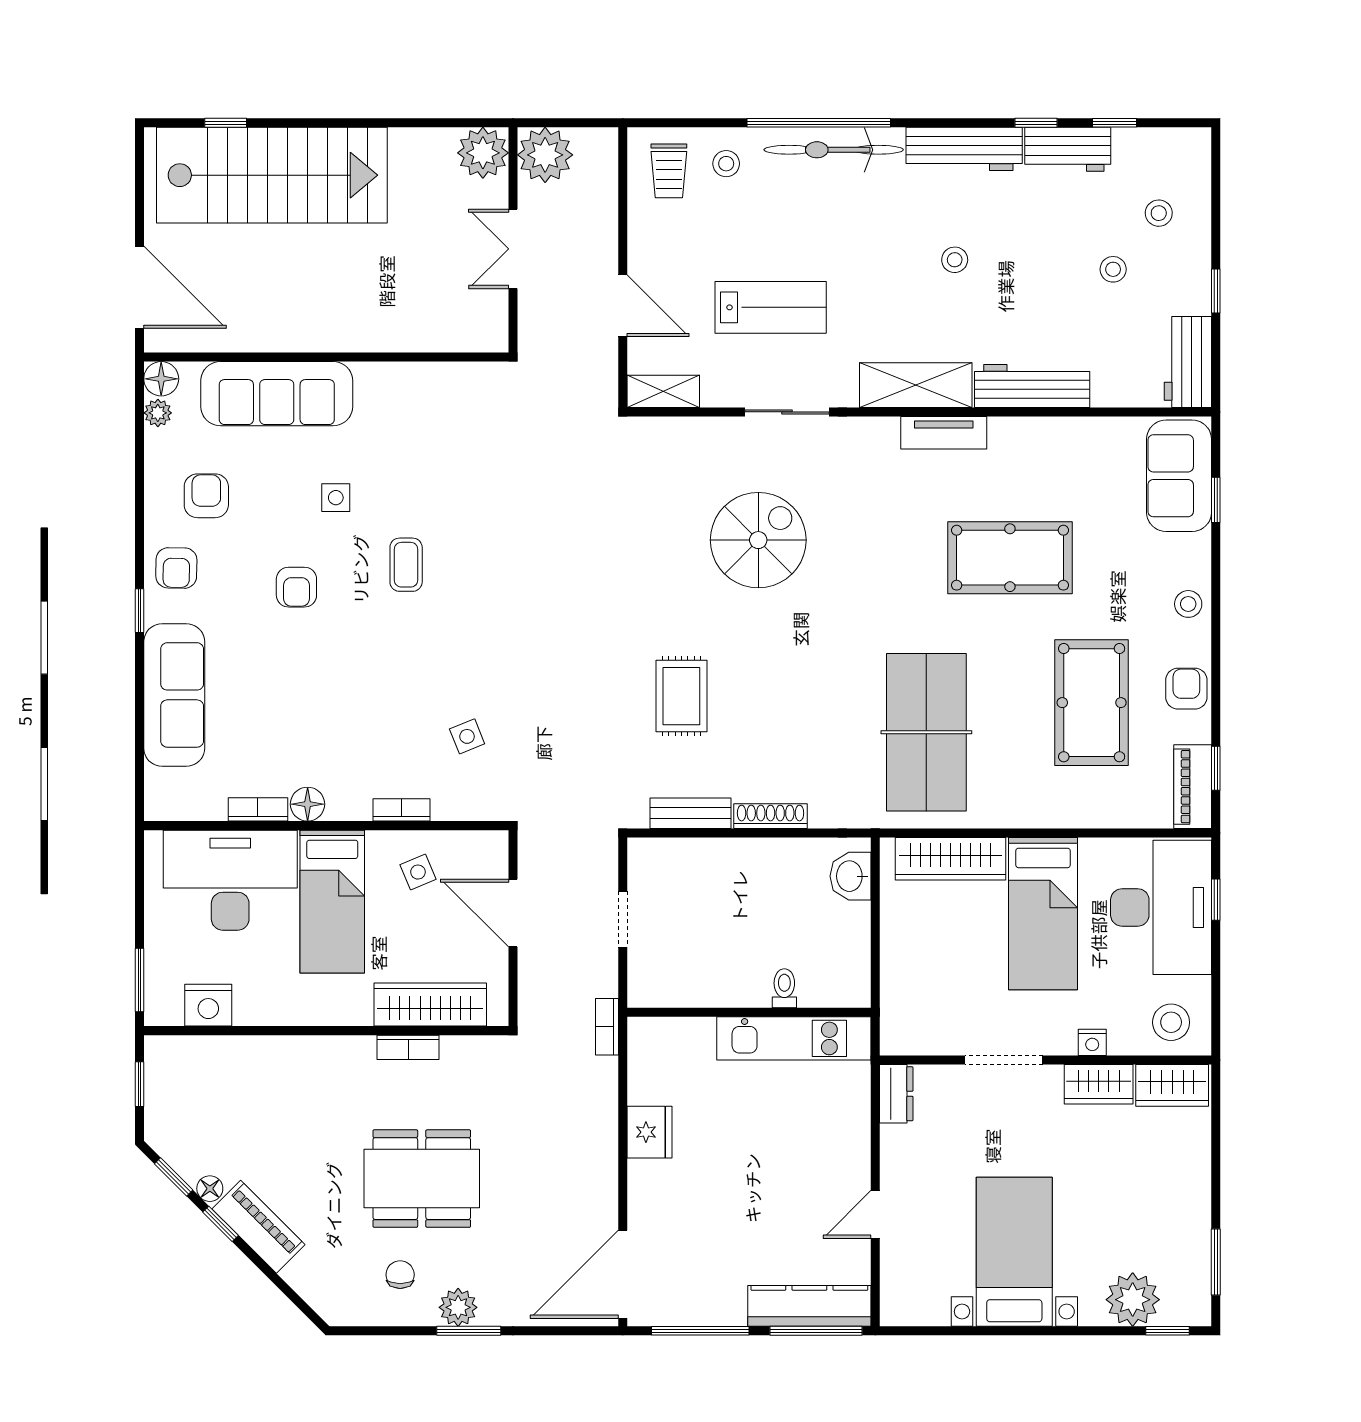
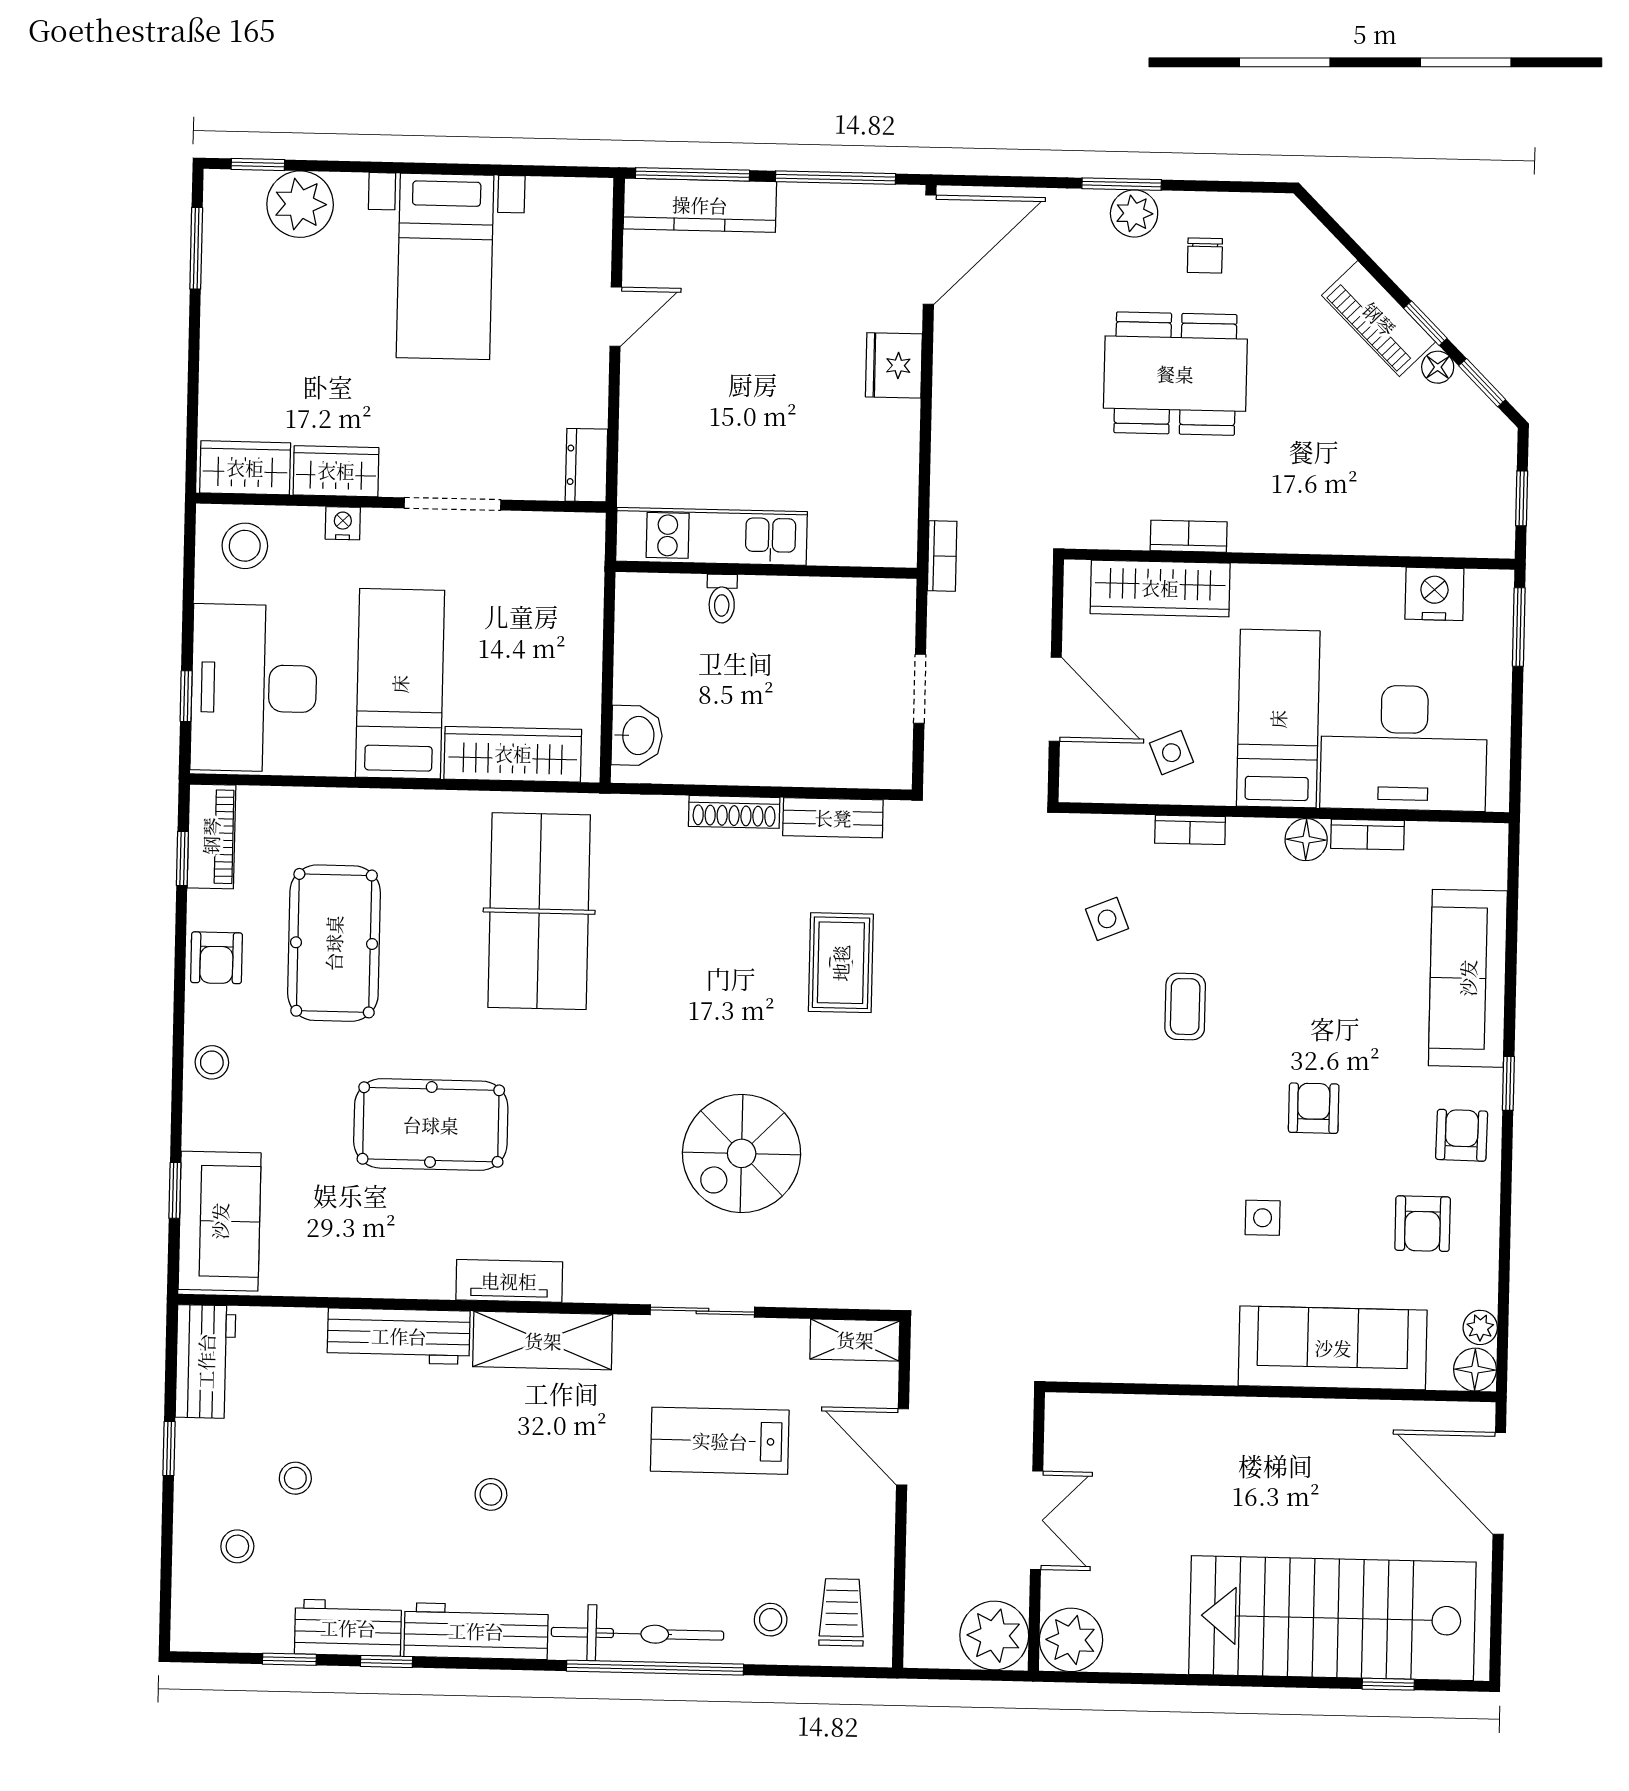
coffee table: (406, 565) -> (1185, 1007), moved
fridge: (650, 1132) -> (894, 365), moved

